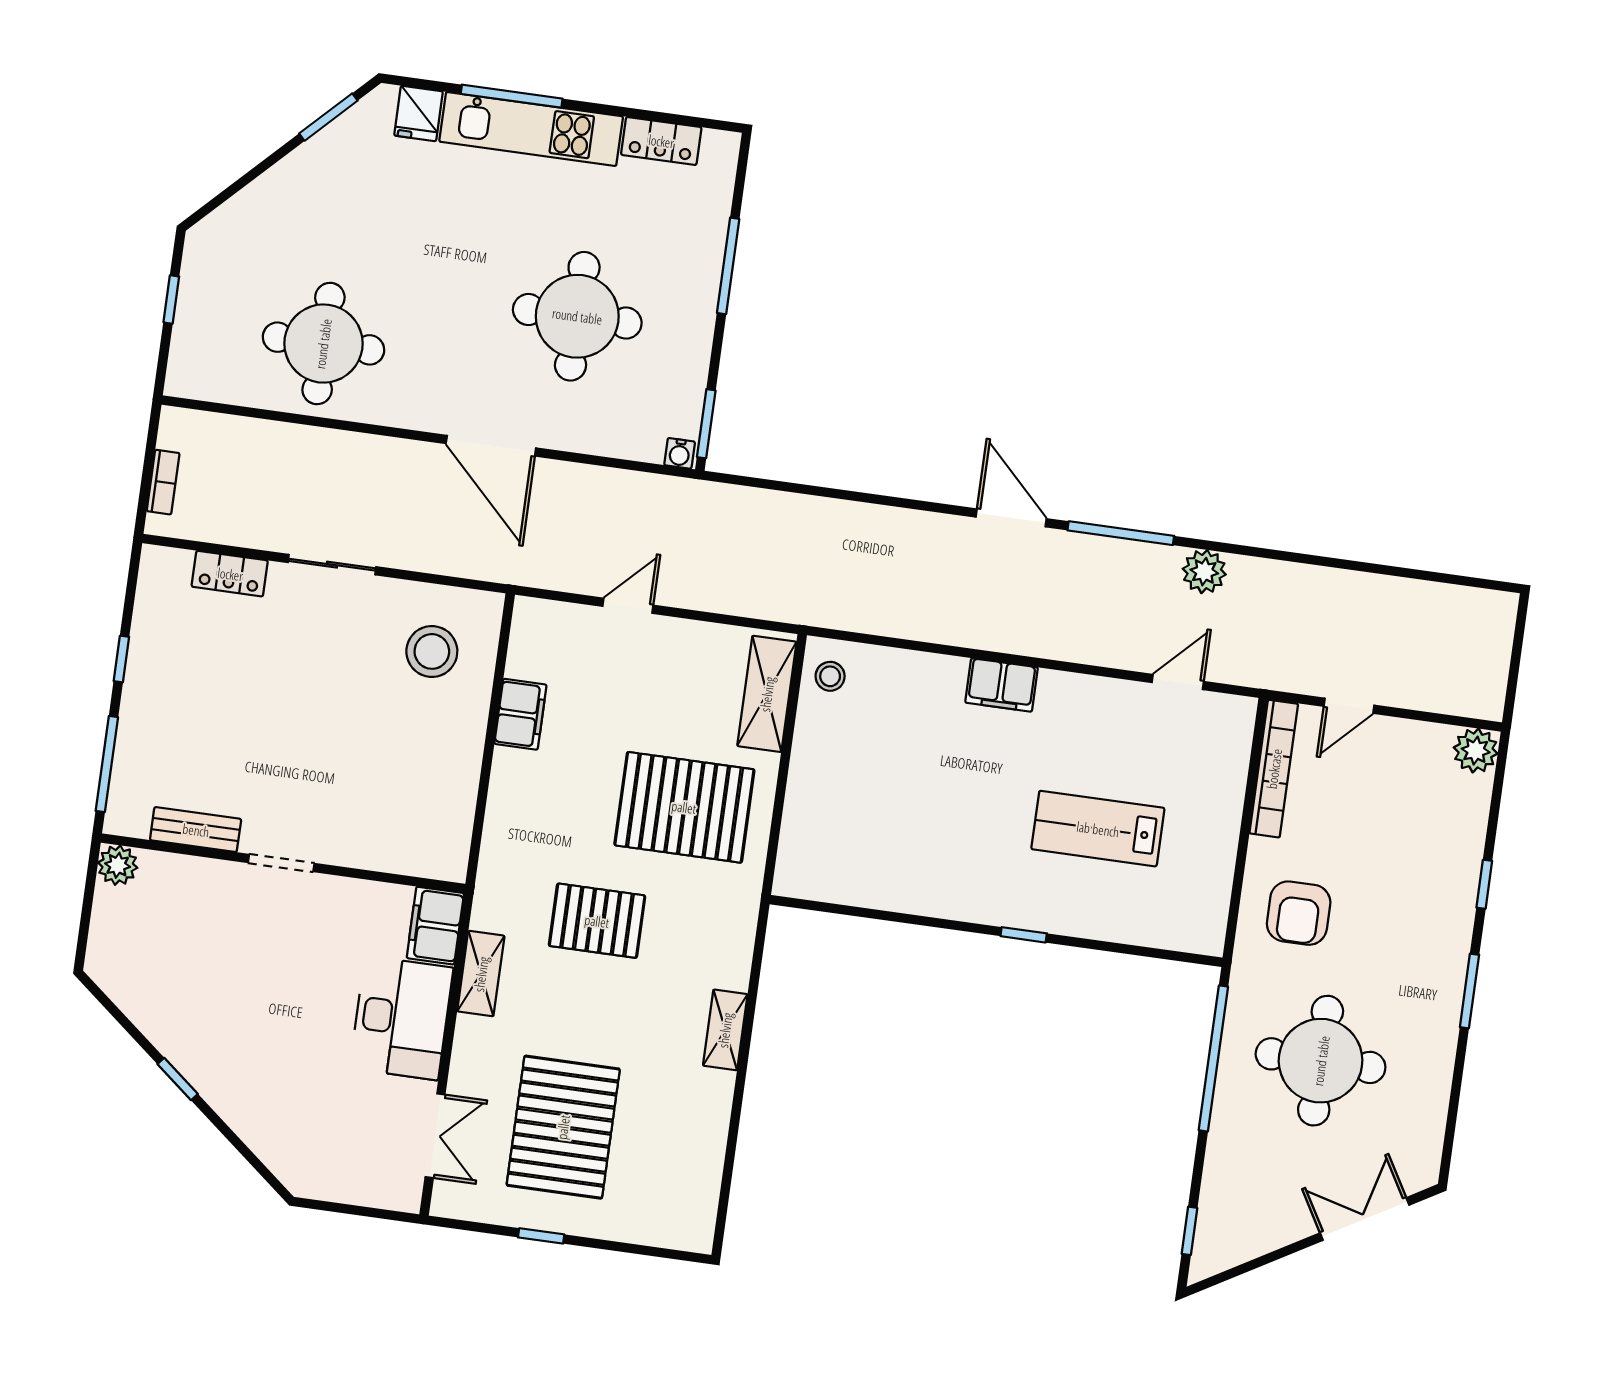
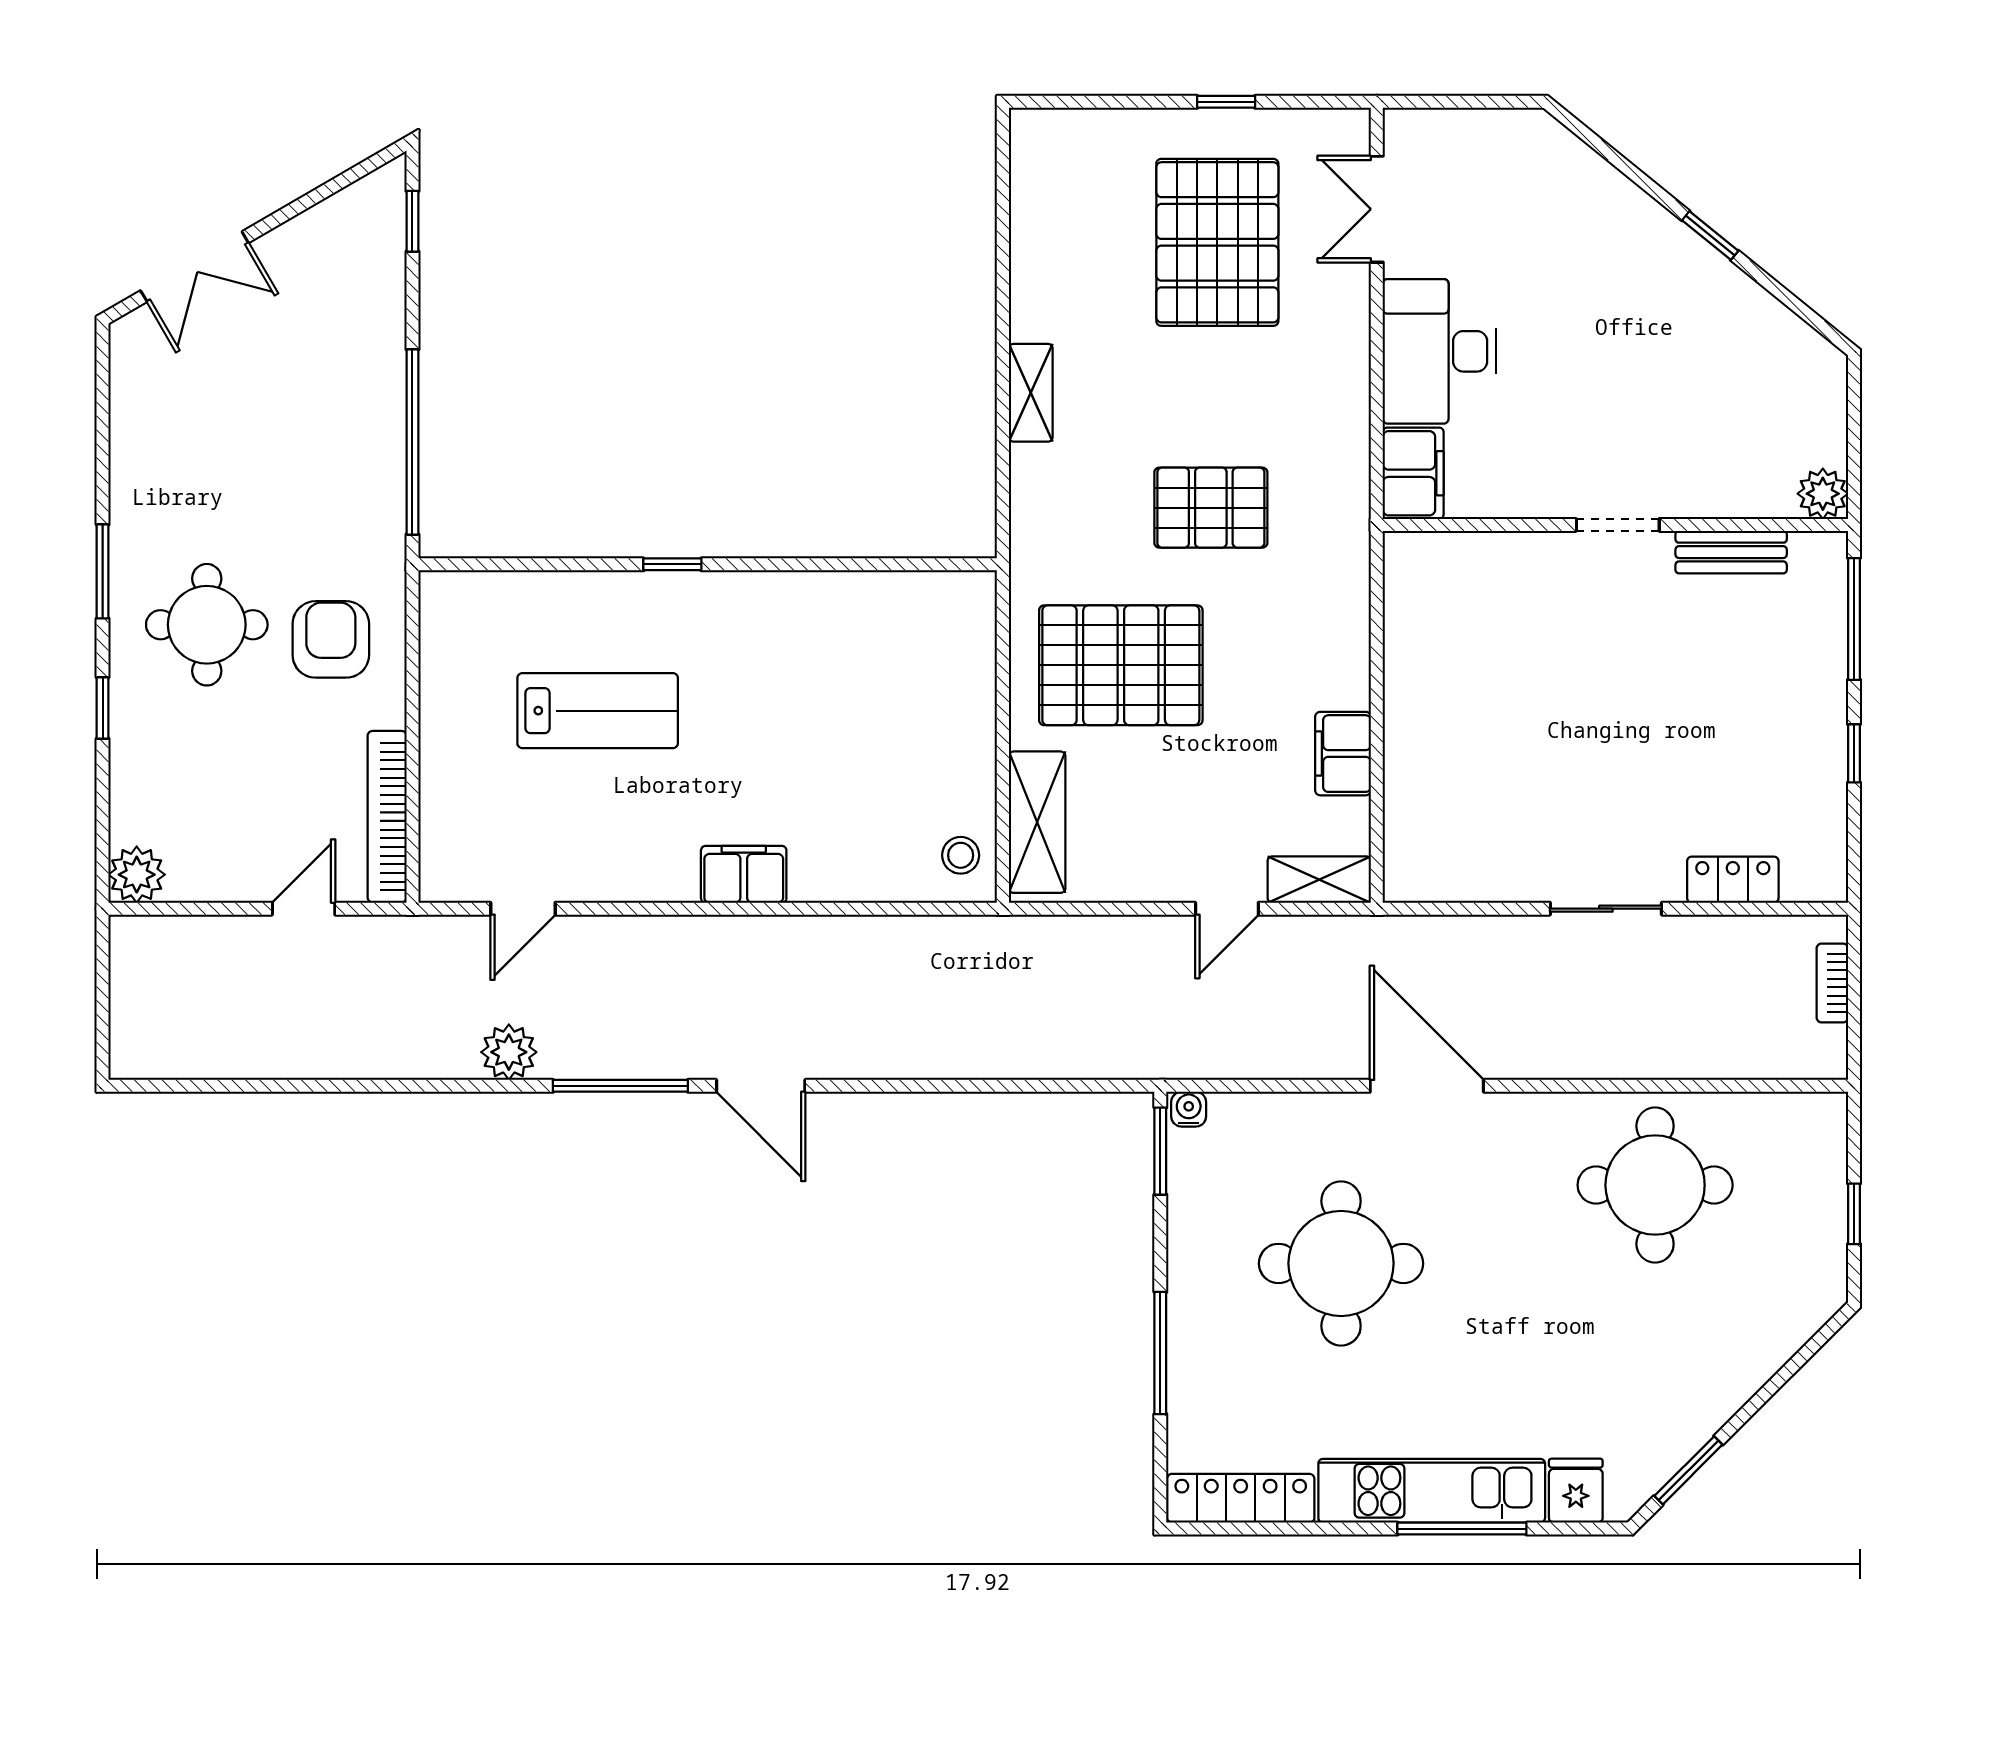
locker: (661, 141) -> (1241, 1498), width x1.53
stool: (432, 651) -> (1465, 817), removed
shelving: (481, 974) -> (1319, 880), moved, turned 90
round table: (1321, 1061) -> (207, 625), moved, width x0.73, depth x0.73

